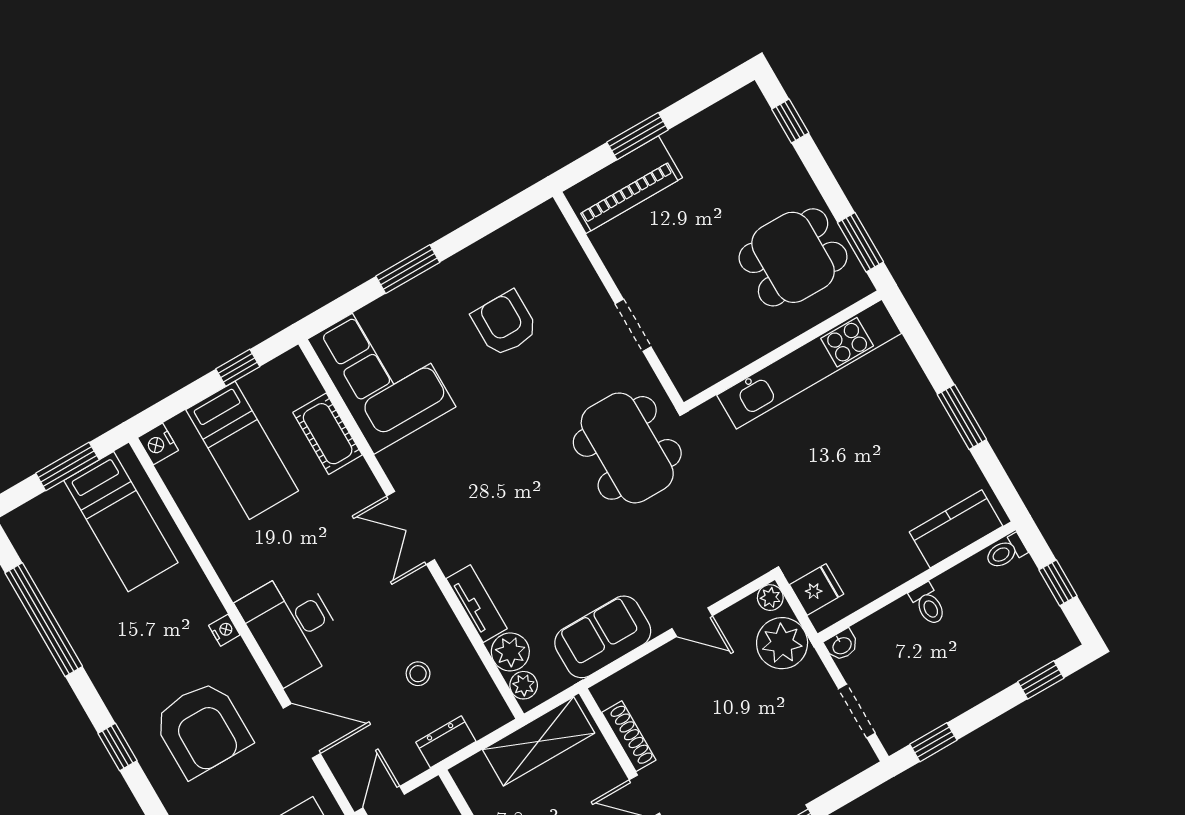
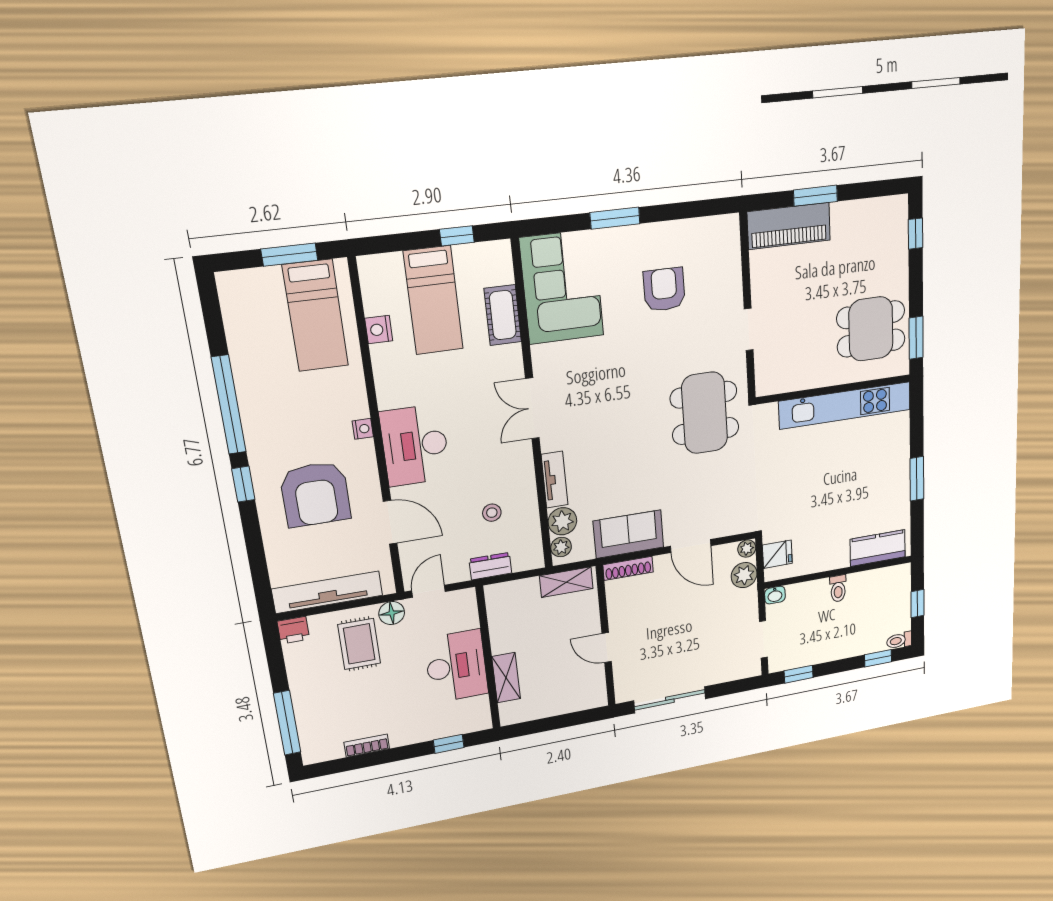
nightstand: (158, 444) -> (379, 330), moved
toilet: (1006, 552) -> (899, 640), moved
window: (44, 620) -> (229, 405), moved
door: (692, 622) -> (691, 546), width x1.37
plant: (782, 643) -> (744, 575), width x0.73, depth x0.73
shoe rack: (629, 736) -> (628, 568), moved, turned 90
shelving: (539, 741) -> (566, 582), width x0.67, depth x0.75

